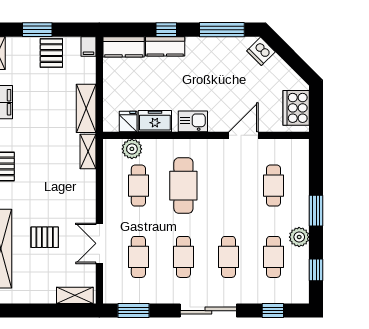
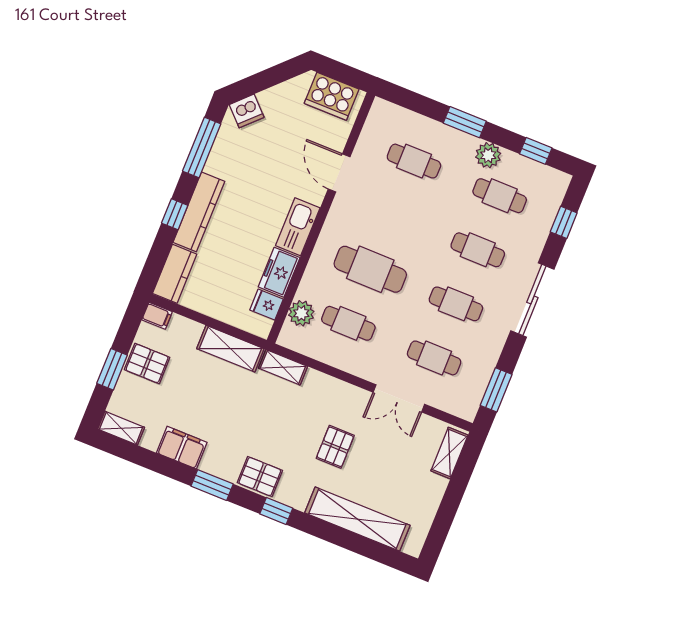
kitchen counter: (165, 46) -> (199, 212), width x1.50
kitchen sink: (193, 121) -> (298, 227), width x1.38
pallet: (45, 237) -> (335, 447), moved

